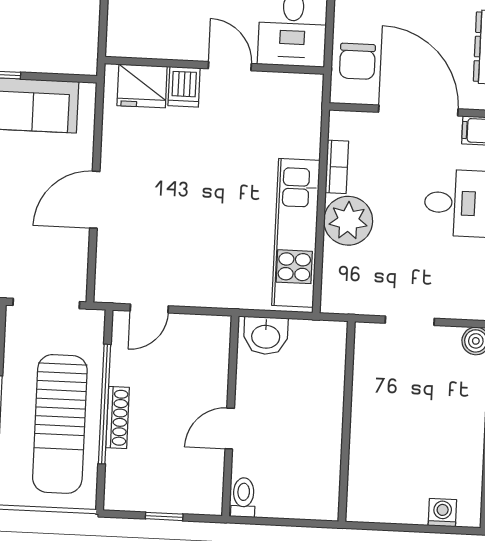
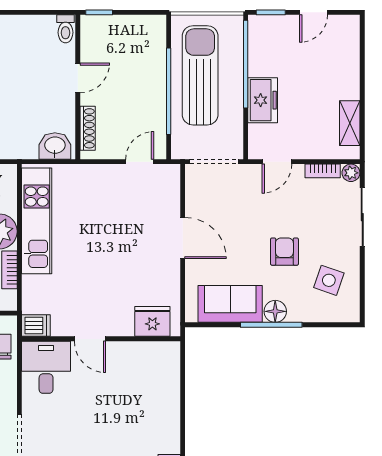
dishwasher: (184, 87) -> (36, 325), moved, turned 90
door: (95, 200) -> (183, 238), hinge flipped
shoe rack: (118, 418) -> (88, 128), moved, turned 180
window: (164, 516) -> (99, 12), moved

